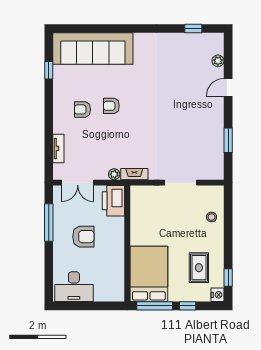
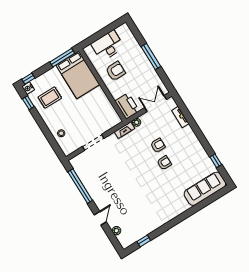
sofa: (93, 49) -> (205, 189), width x0.74, depth x0.79
armchair: (83, 109) -> (158, 145), moved
window: (228, 140) -> (80, 186), width x2.11
window: (49, 223) -> (151, 56), moved
armchair: (83, 237) -> (115, 71), moved, turned 180
rug: (199, 268) -> (50, 98), turned 90
desk: (74, 287) -> (108, 46), moved
window: (188, 306) -> (28, 79), moved

